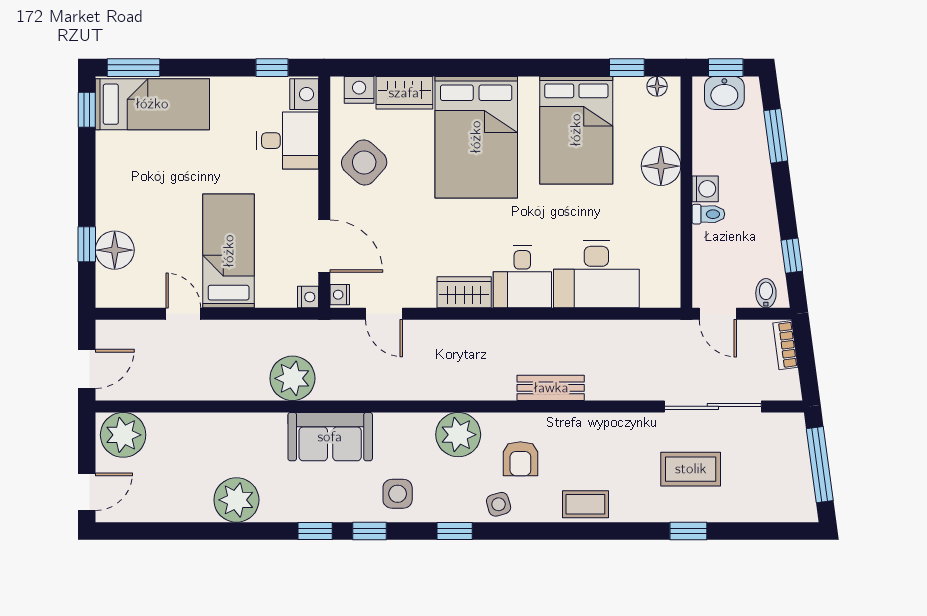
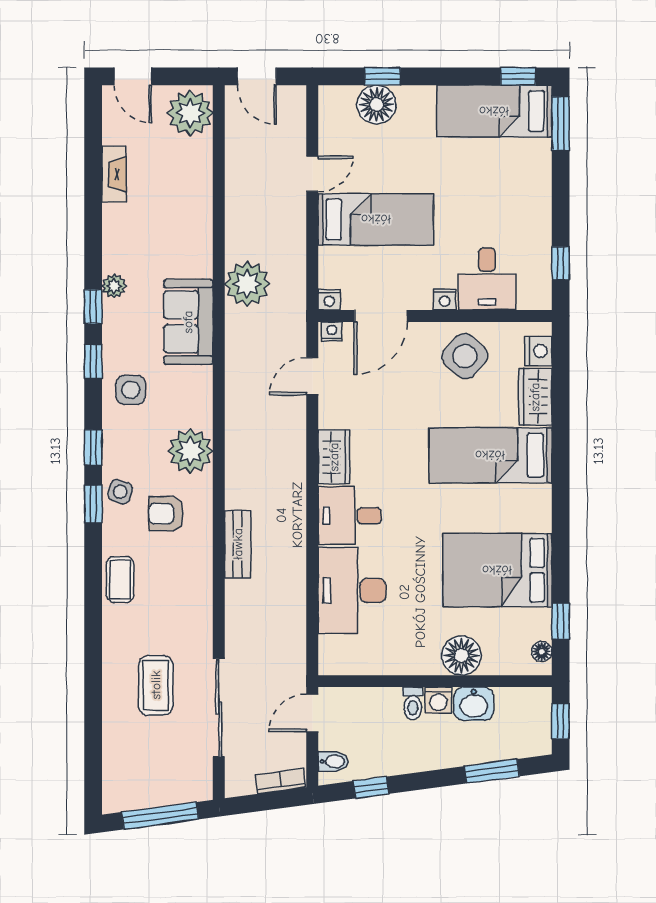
washbasin: (724, 93) -> (474, 704), moved, turned -90
nightstand: (304, 94) -> (445, 299), moved, width x0.72, depth x0.74
bed: (152, 104) -> (494, 111), moved, turned 90
bed: (476, 137) -> (490, 455), width x0.67
plant: (236, 500) -> (114, 286), moved, width x0.53, depth x0.53
side table: (499, 504) -> (120, 492), turned 32
fireplace: (184, 510) -> (114, 174), added
window: (688, 531) -> (93, 504), moved

